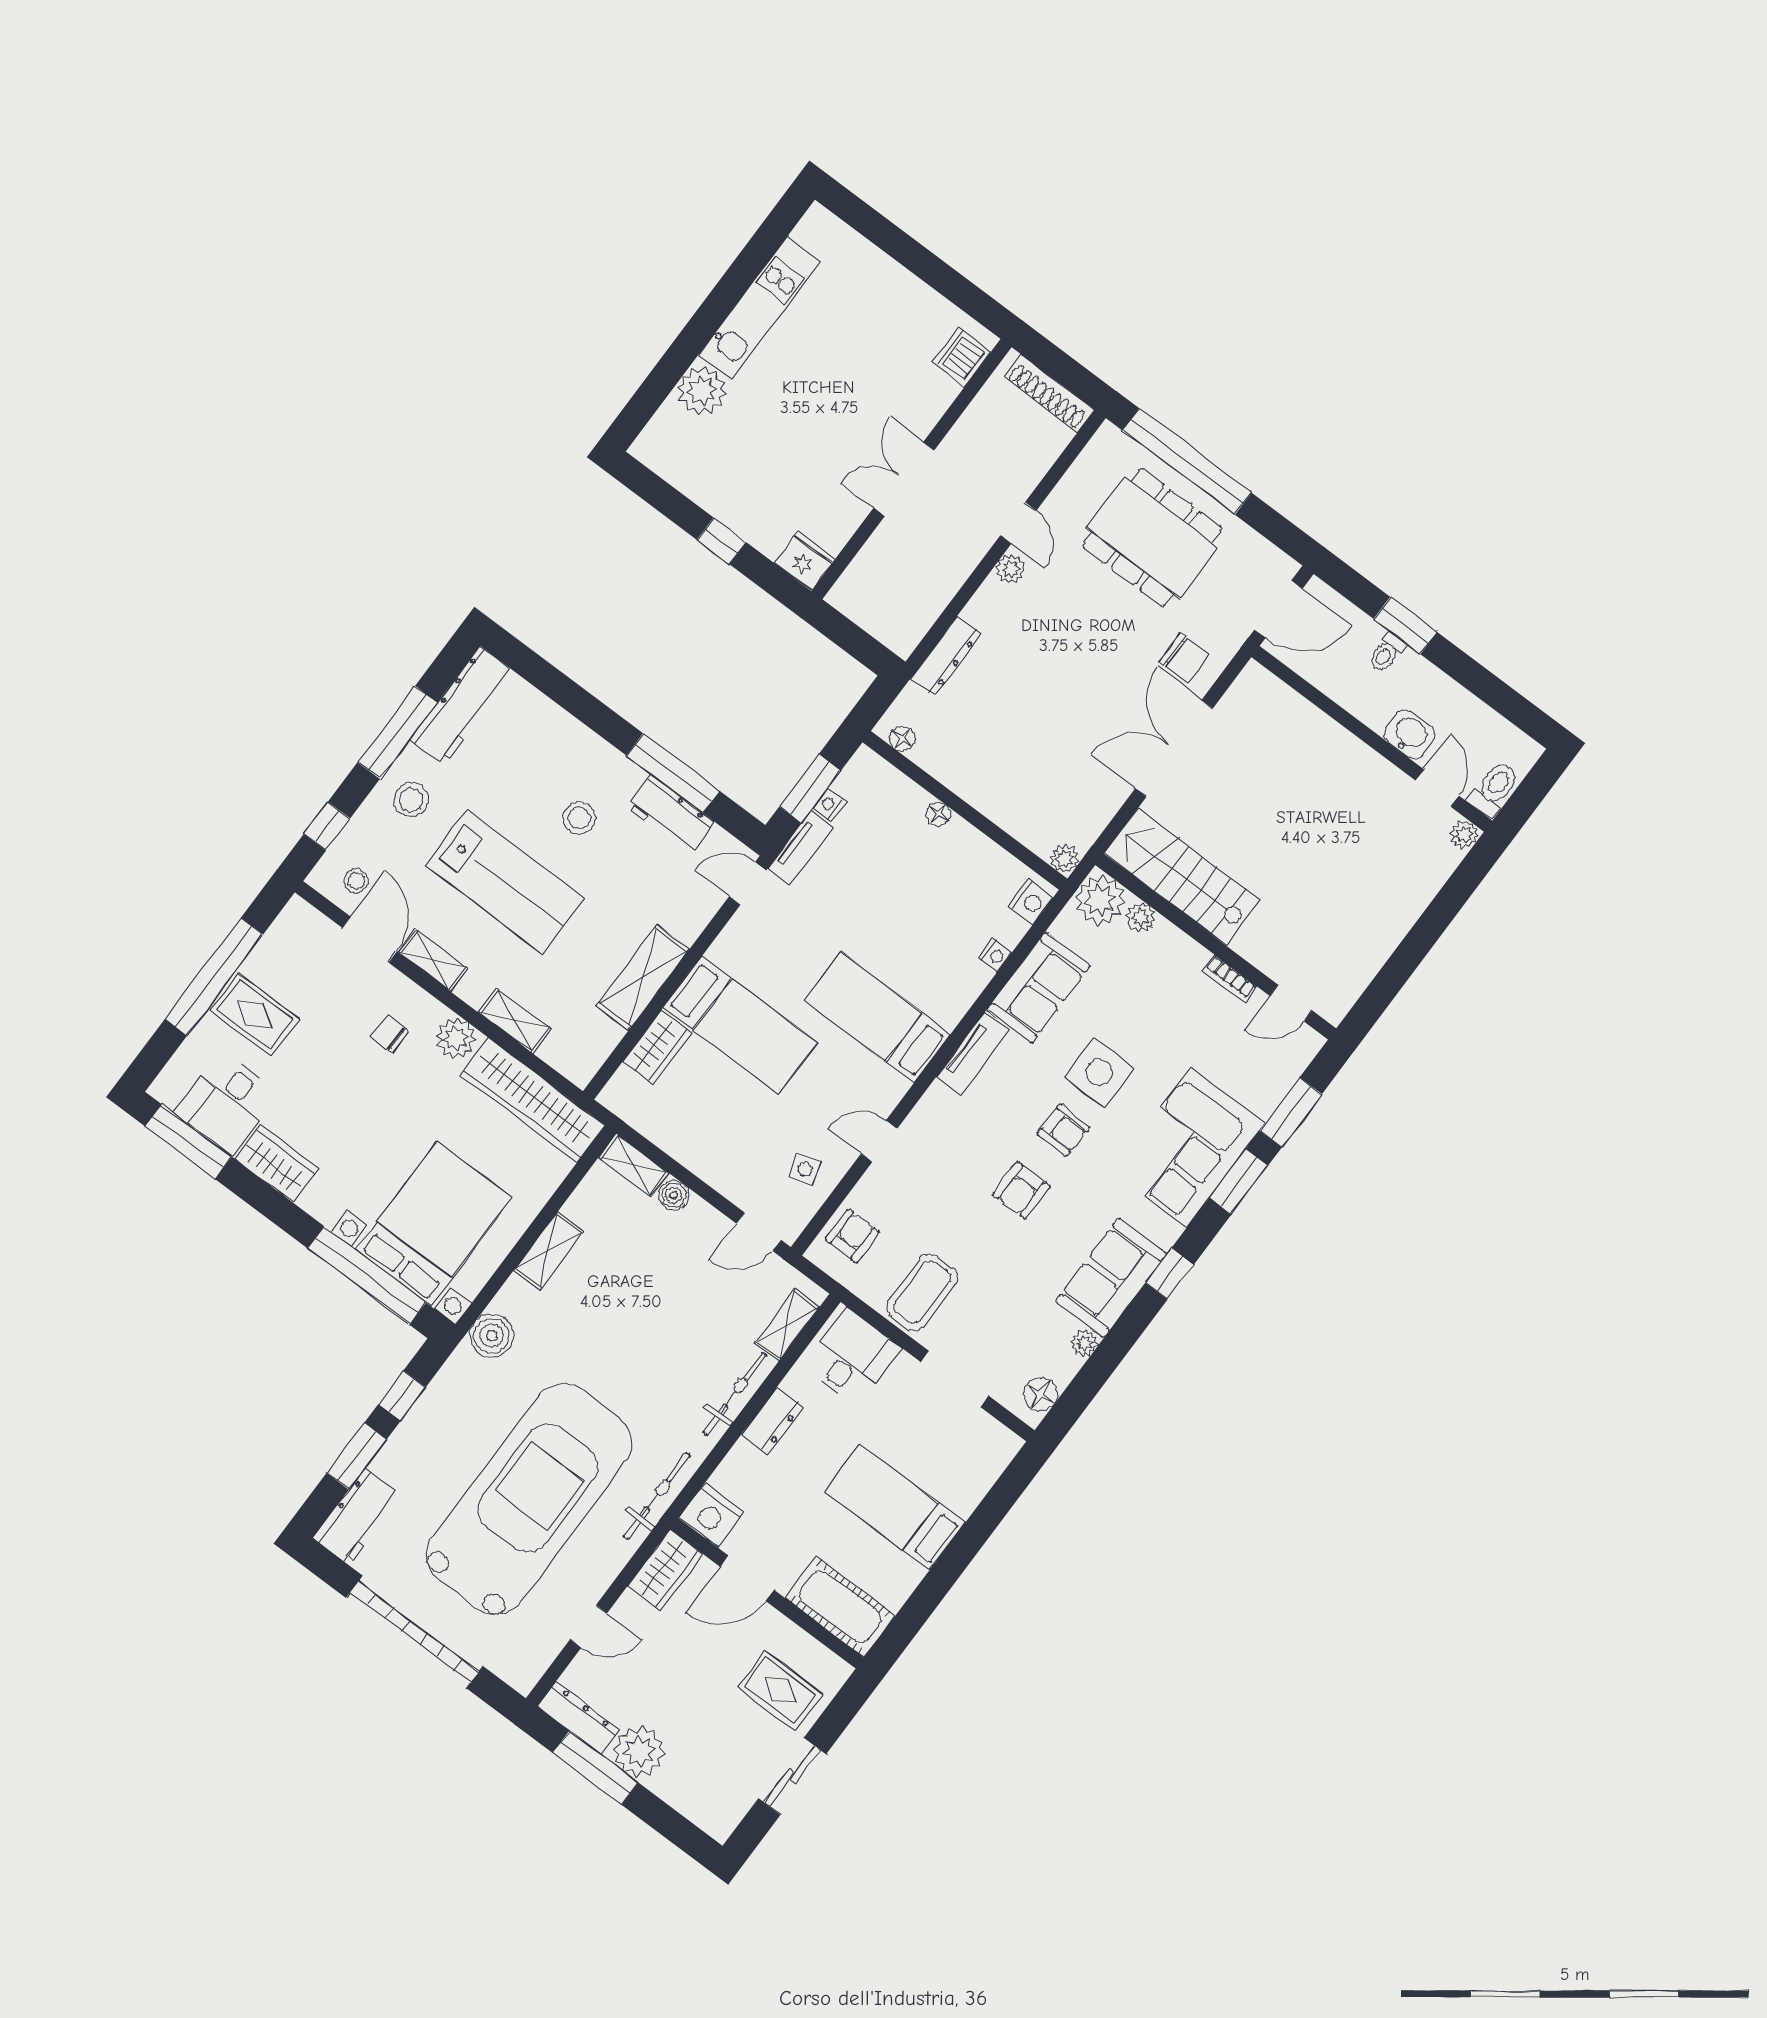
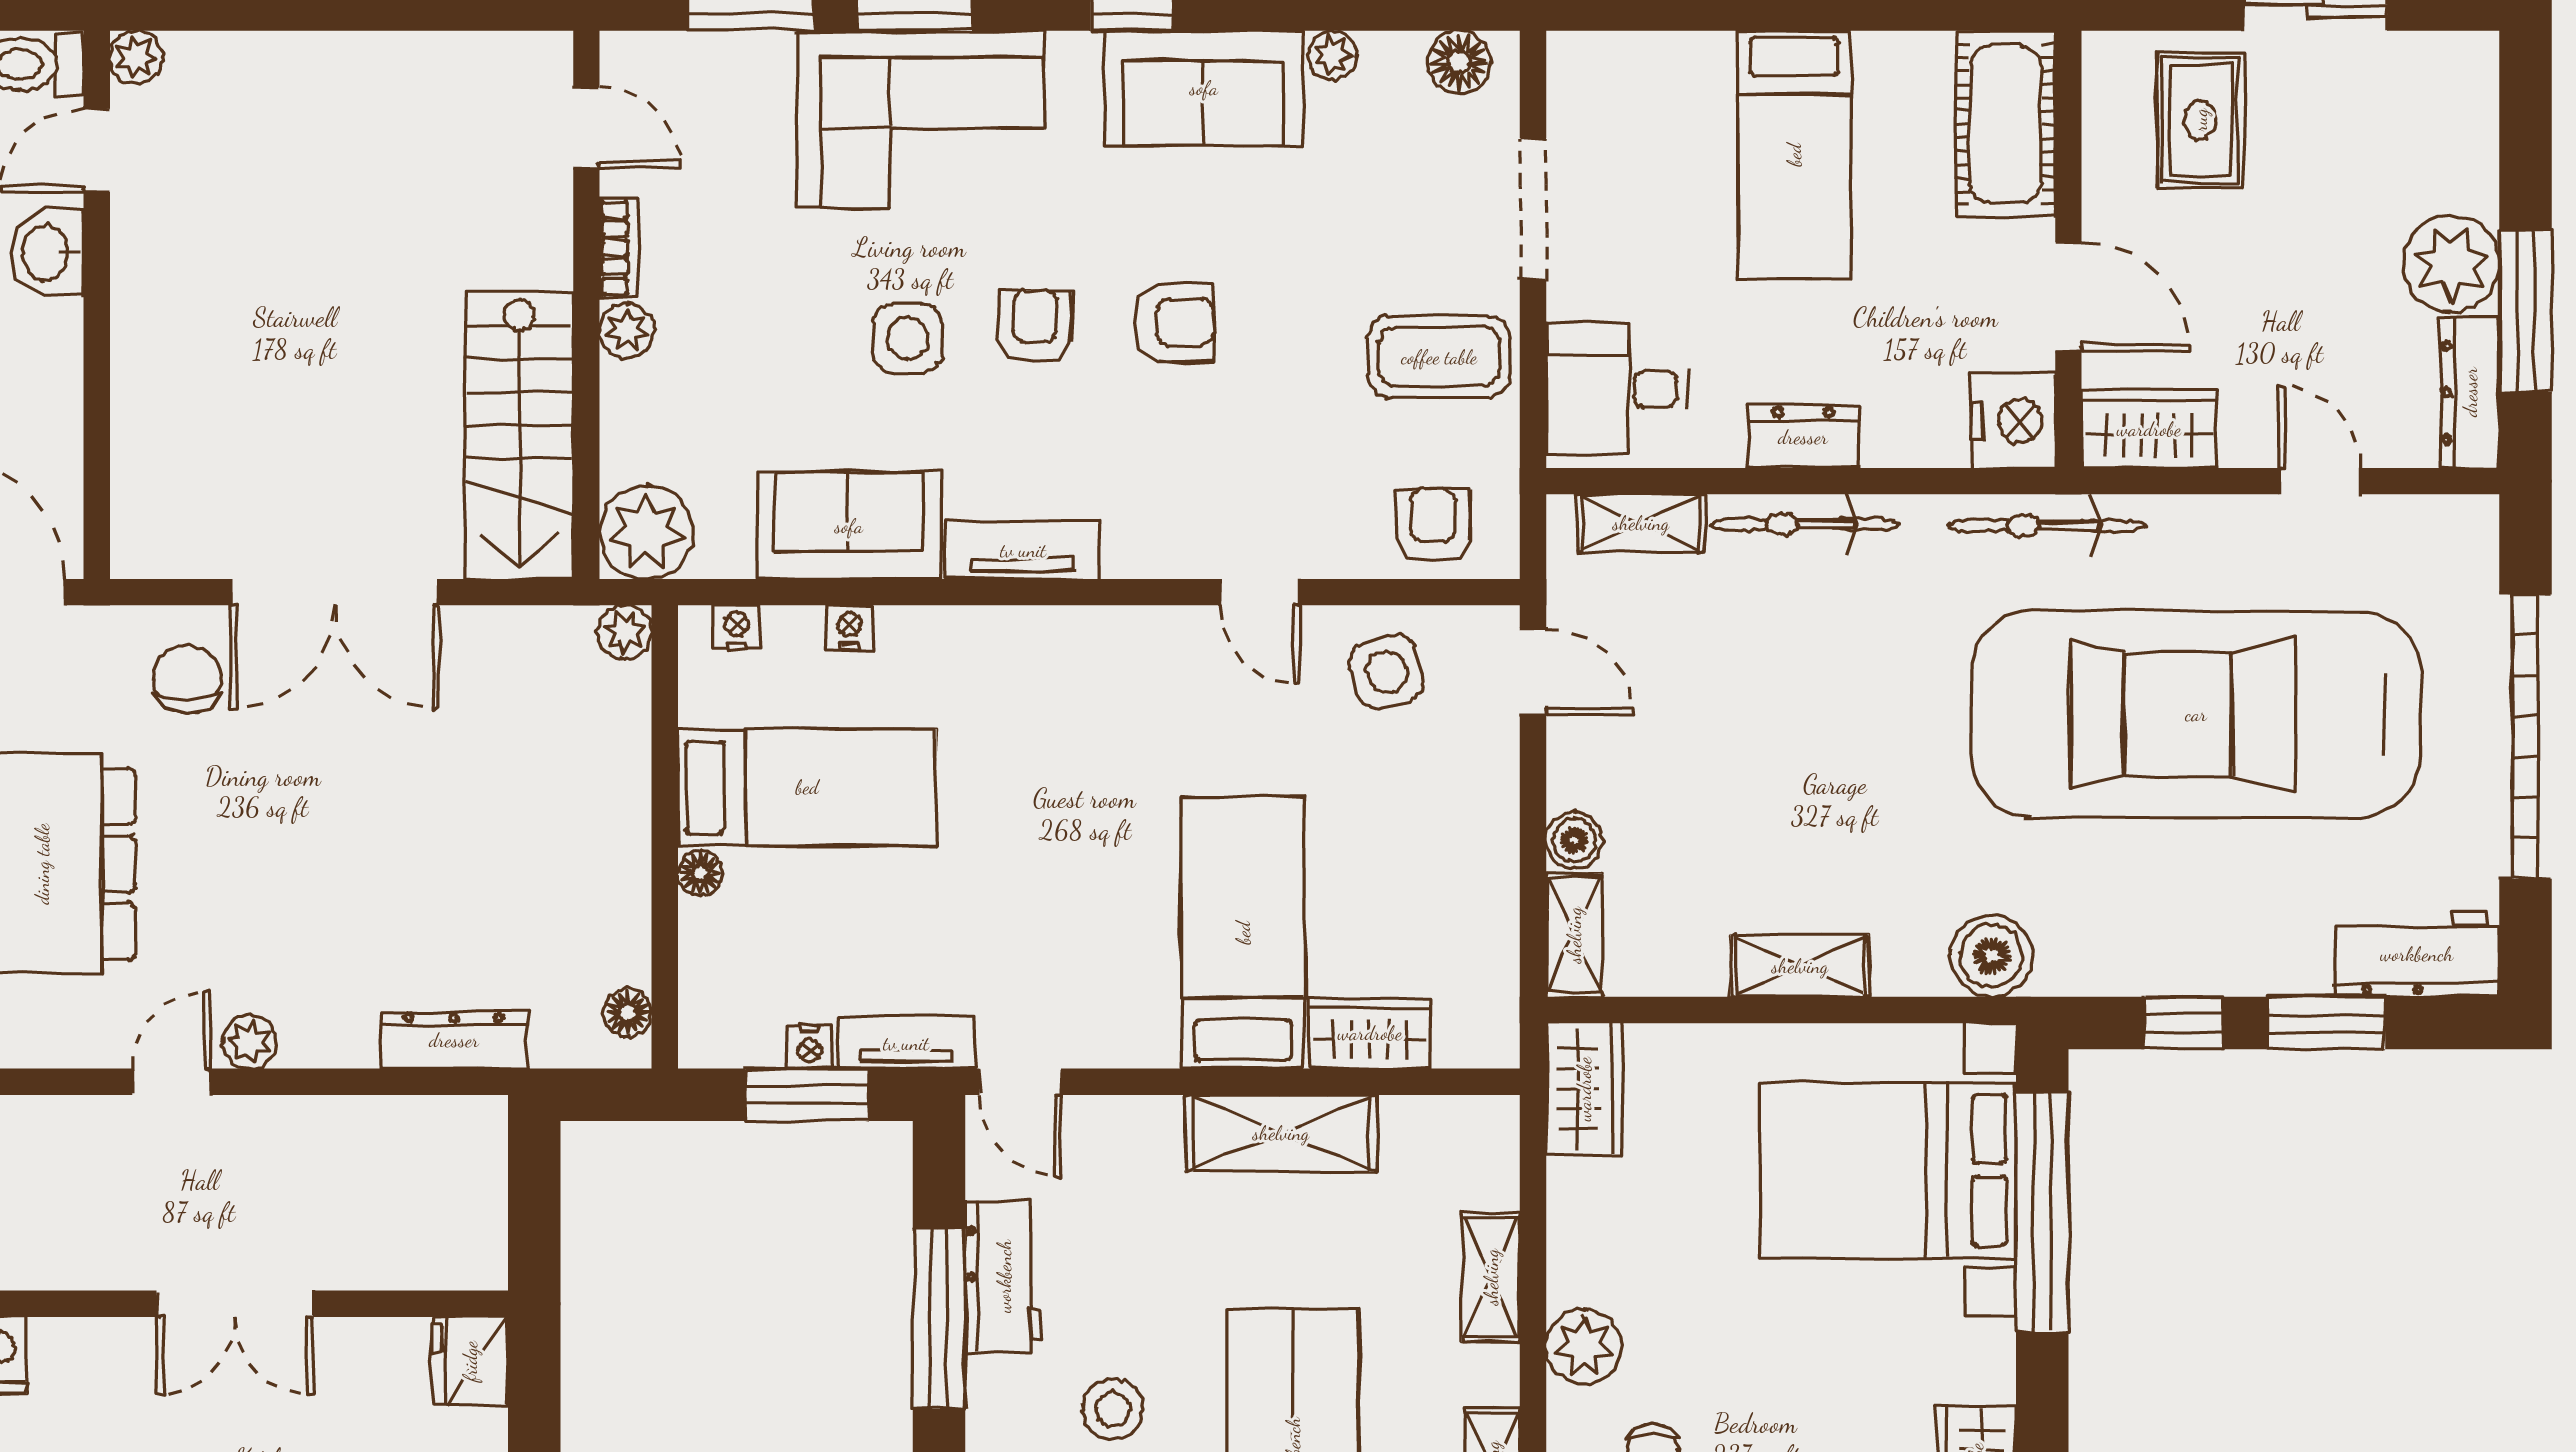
nightstand: (1031, 902) -> (737, 627), width x0.72, depth x0.74
plant: (1140, 917) -> (627, 331), moved
bed: (877, 1018) -> (807, 787), moved, turned -90
side table: (1099, 1072) -> (907, 338), width x0.73, depth x0.73
wardrobe: (533, 1100) -> (1584, 1089), width x0.48, depth x0.85
side table: (805, 1169) -> (1387, 672), width x1.37, depth x1.37
armchair: (852, 1236) -> (1433, 525), turned 90

